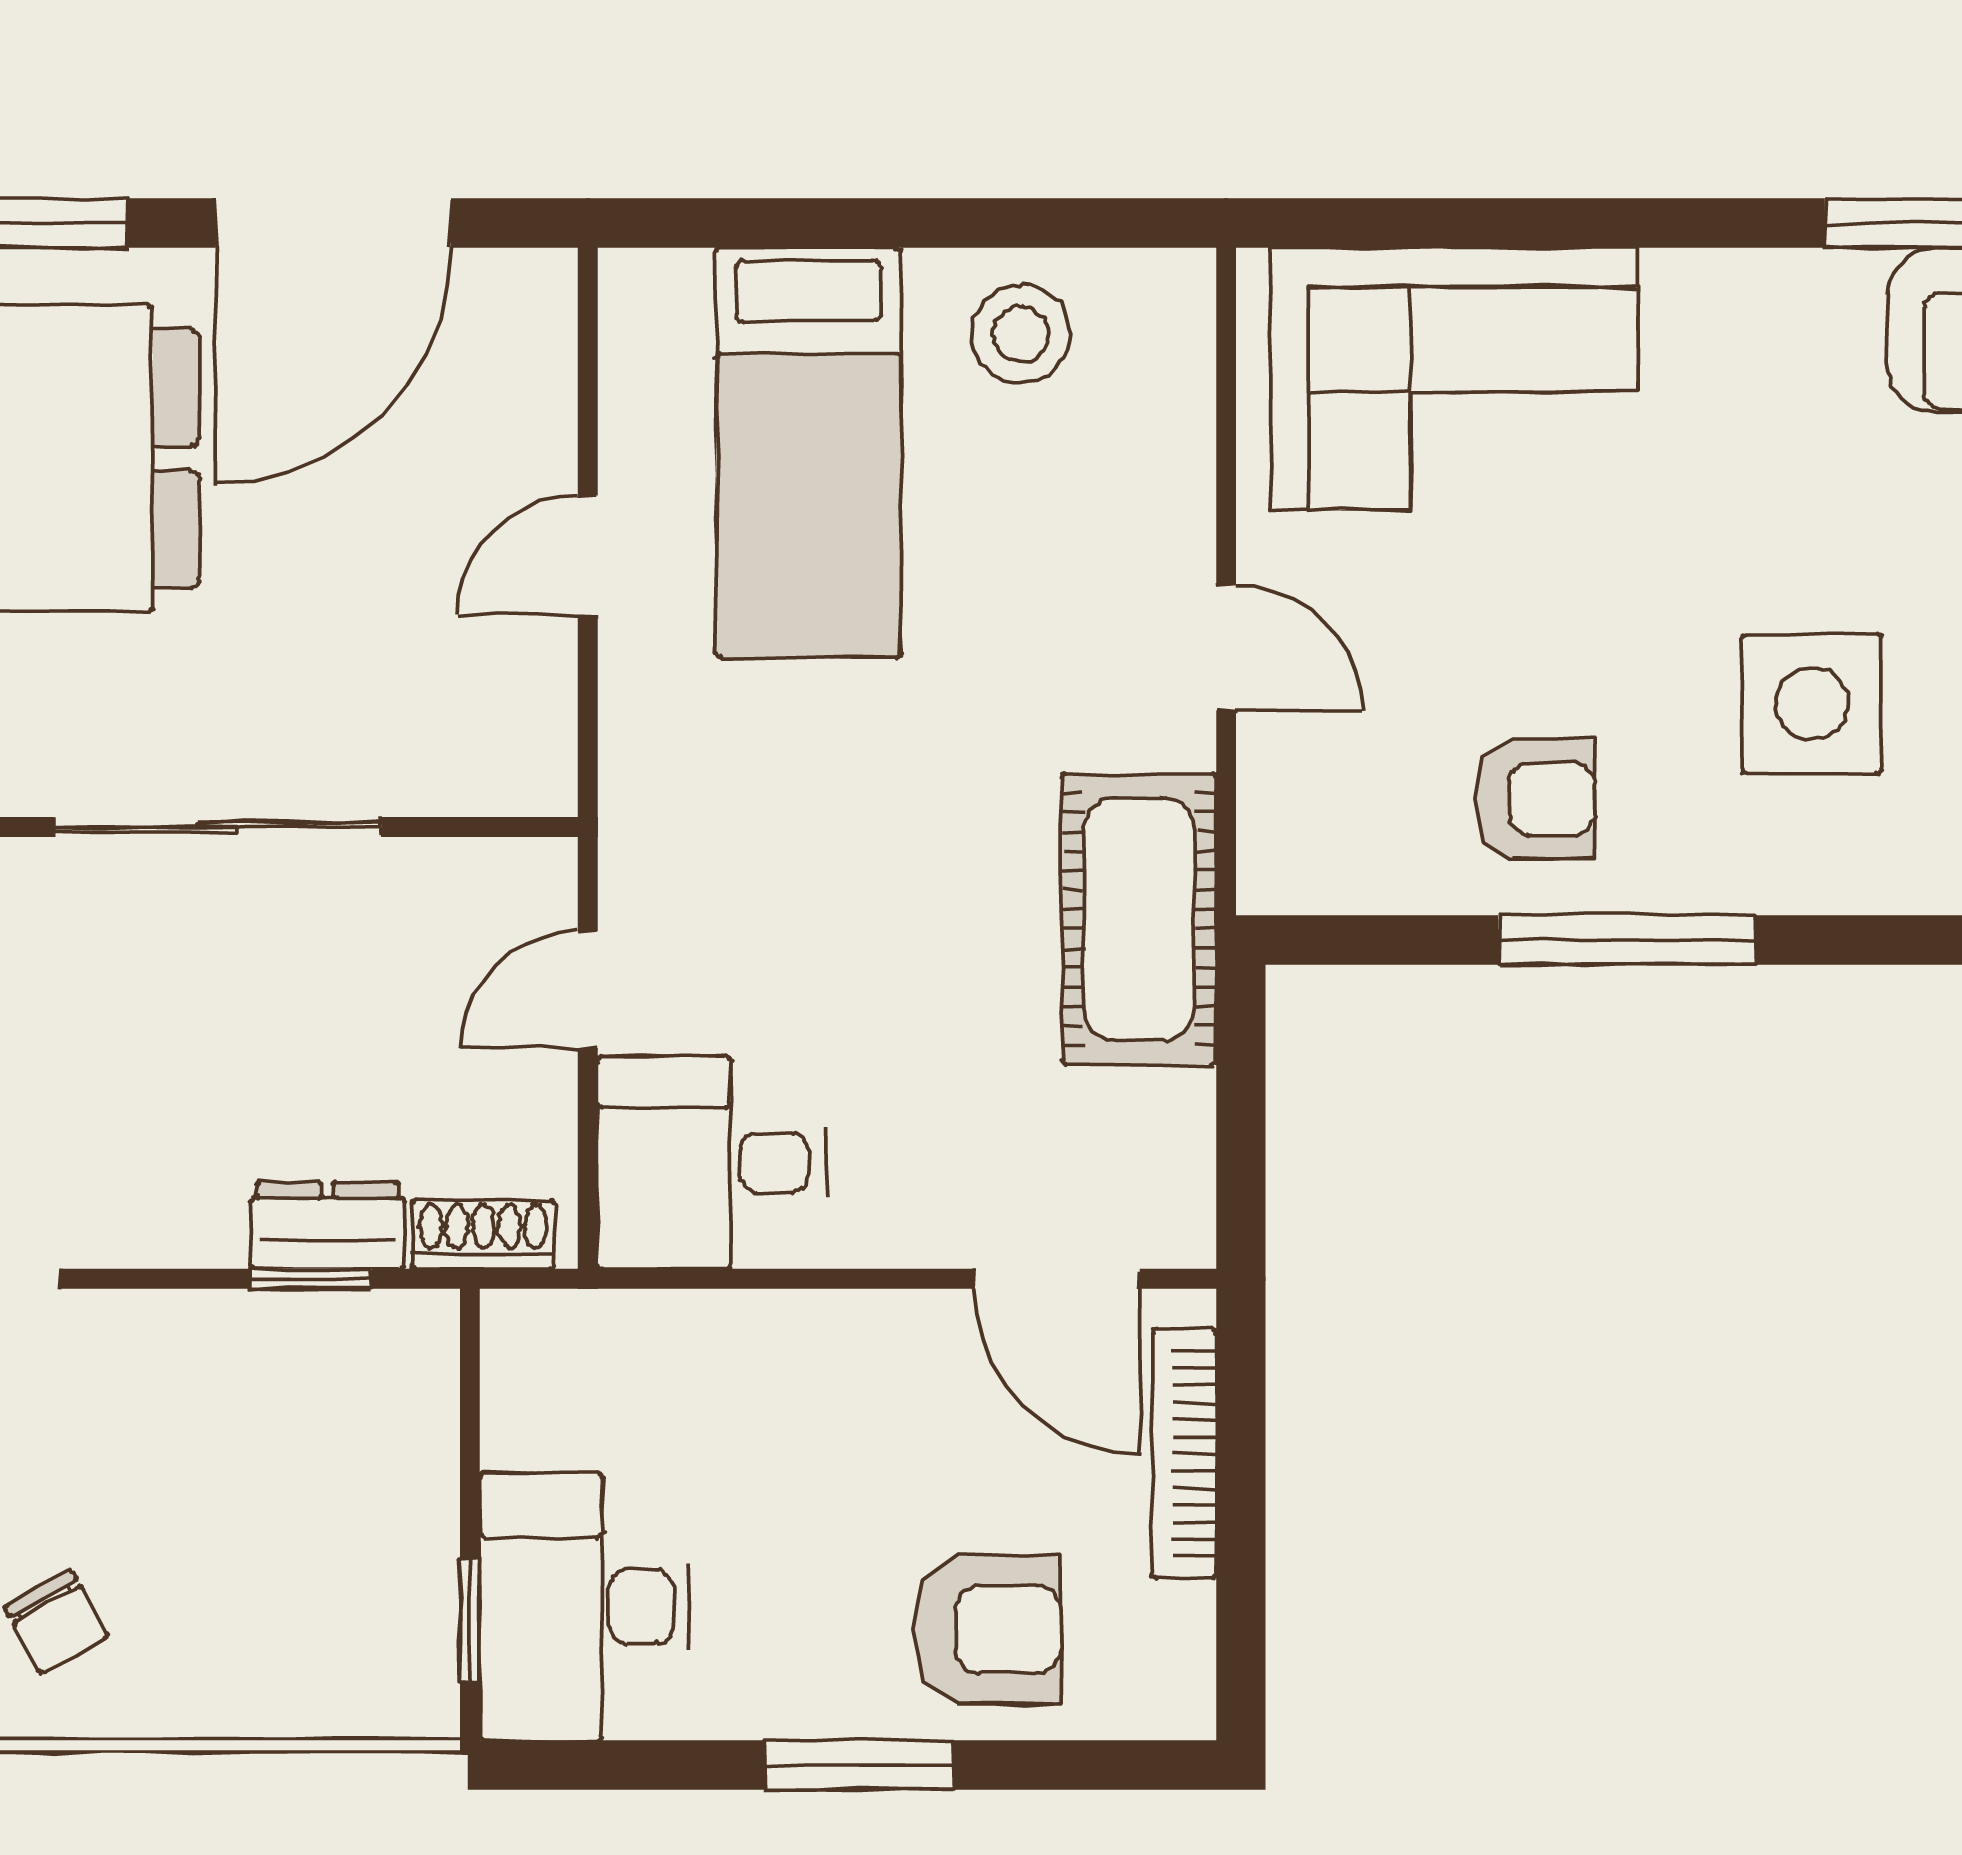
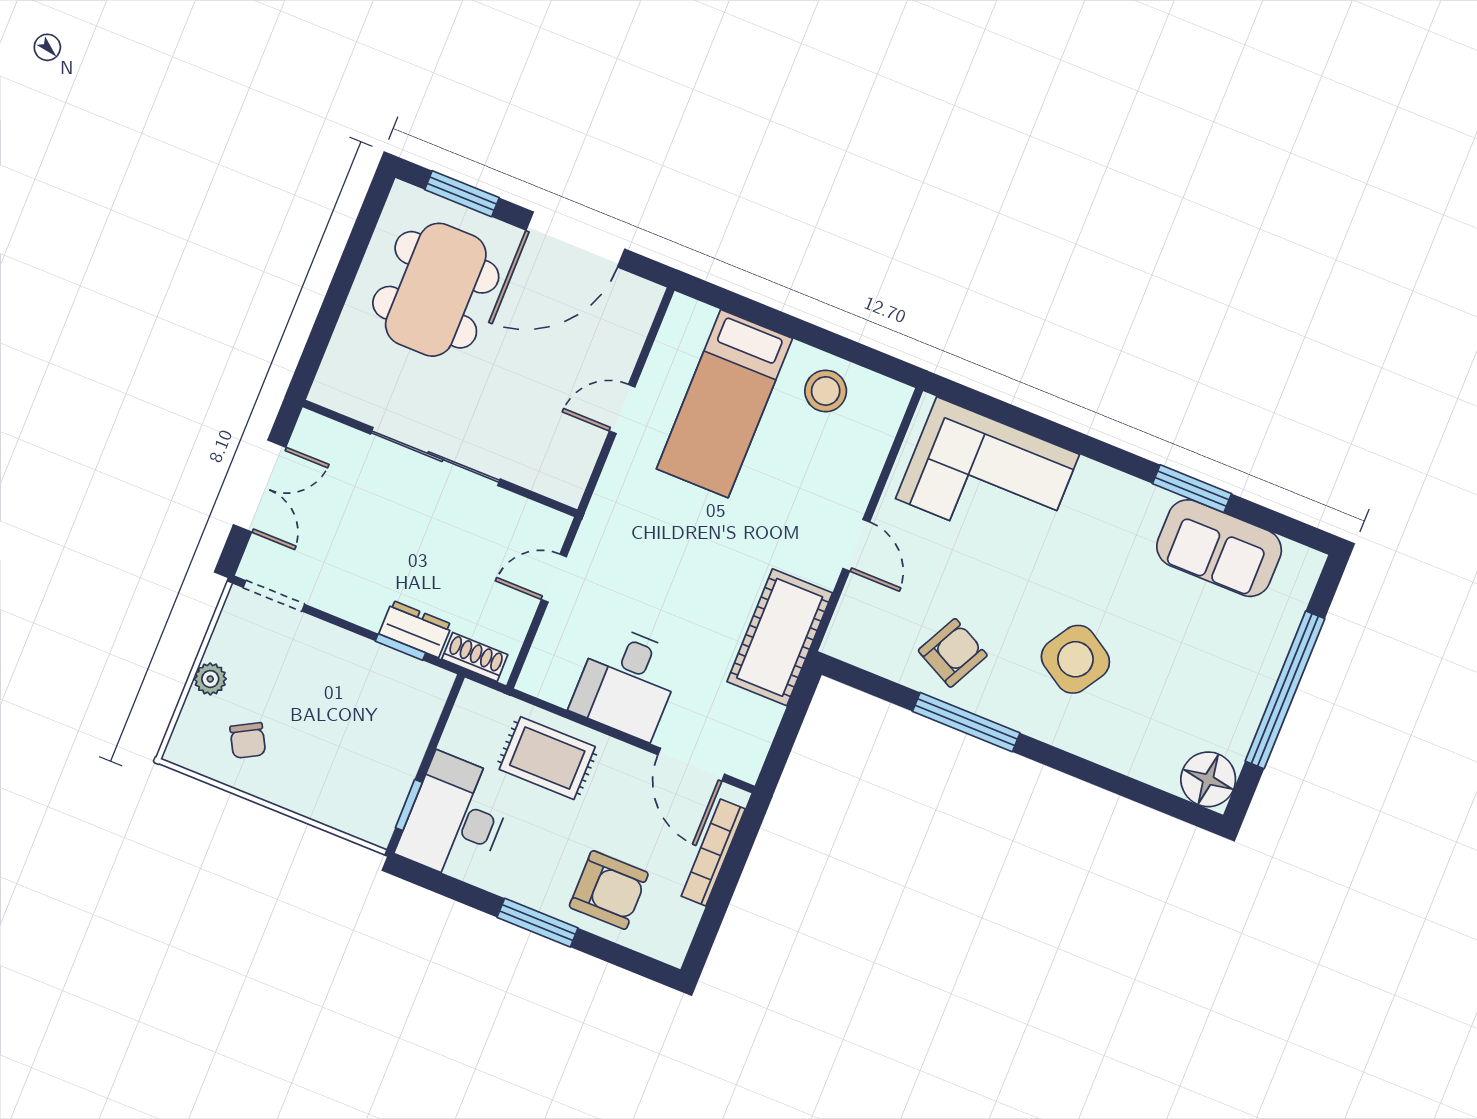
side table: (1812, 704) -> (1075, 659), turned 32
armchair: (1535, 799) -> (953, 653), turned -63
desk: (712, 1163) -> (627, 682), moved, turned -90
rug: (734, 1393) -> (547, 758), added

